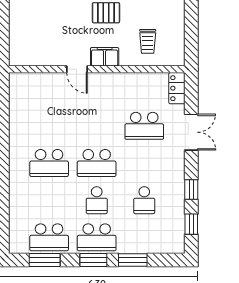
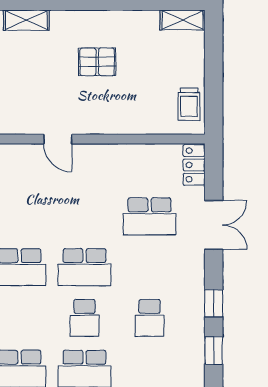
trolley: (148, 41) -> (189, 104), moved
filing cabinet: (105, 57) -> (95, 122), removed

